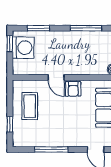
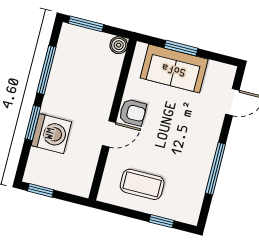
window: (38, 28) -> (33, 123), moved
washing machine: (23, 48) -> (51, 134), moved, turned 90

